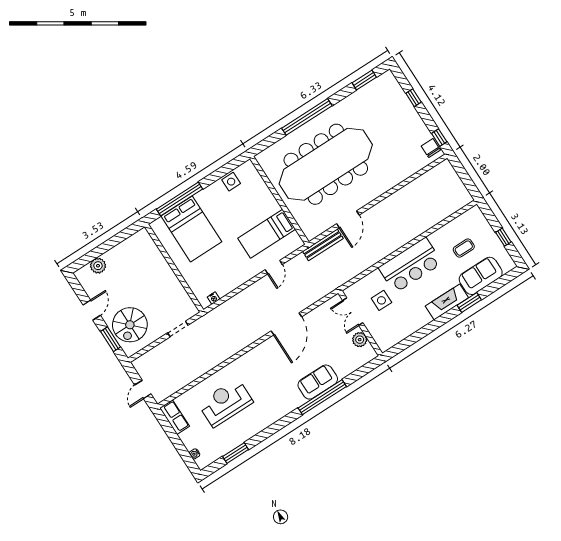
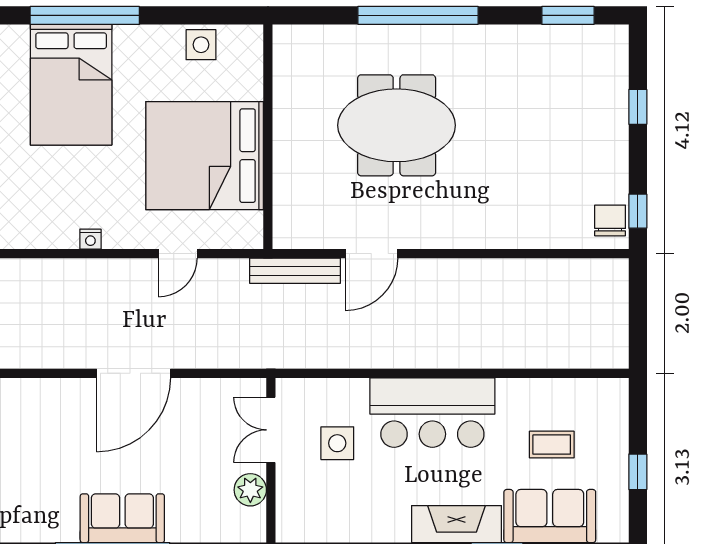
meeting table: (326, 164) -> (397, 125), width x0.54, depth x0.79
bed: (267, 234) -> (205, 156), width x2.04
nightstand: (214, 298) -> (90, 239), moved

